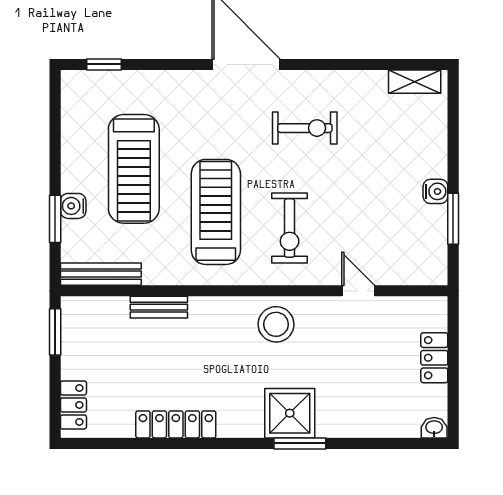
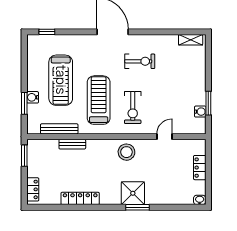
water cooler: (435, 191) -> (200, 112), moved
bench: (101, 274) -> (59, 129), moved
door: (358, 291) -> (164, 137), hinge flipped

